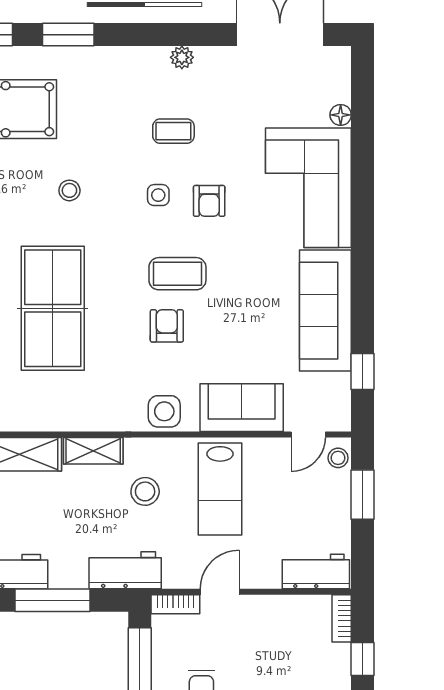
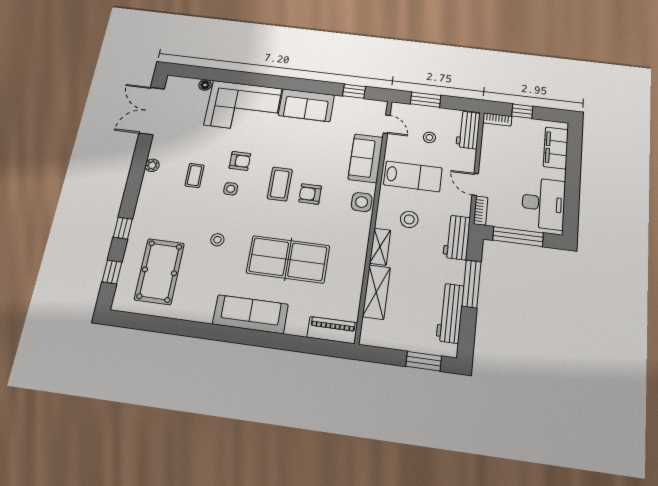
window: (68, 35) -> (123, 228), width x0.67
sofa: (325, 311) -> (306, 105), width x0.73
stool: (338, 458) -> (429, 137), moved

